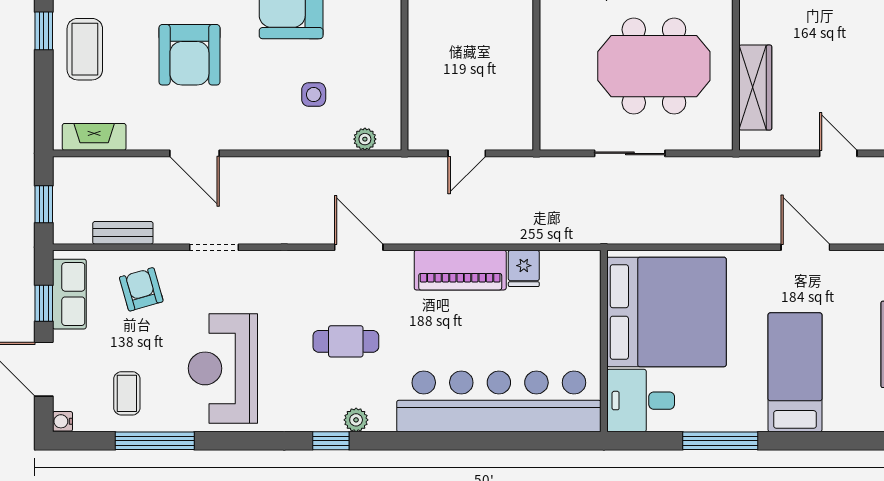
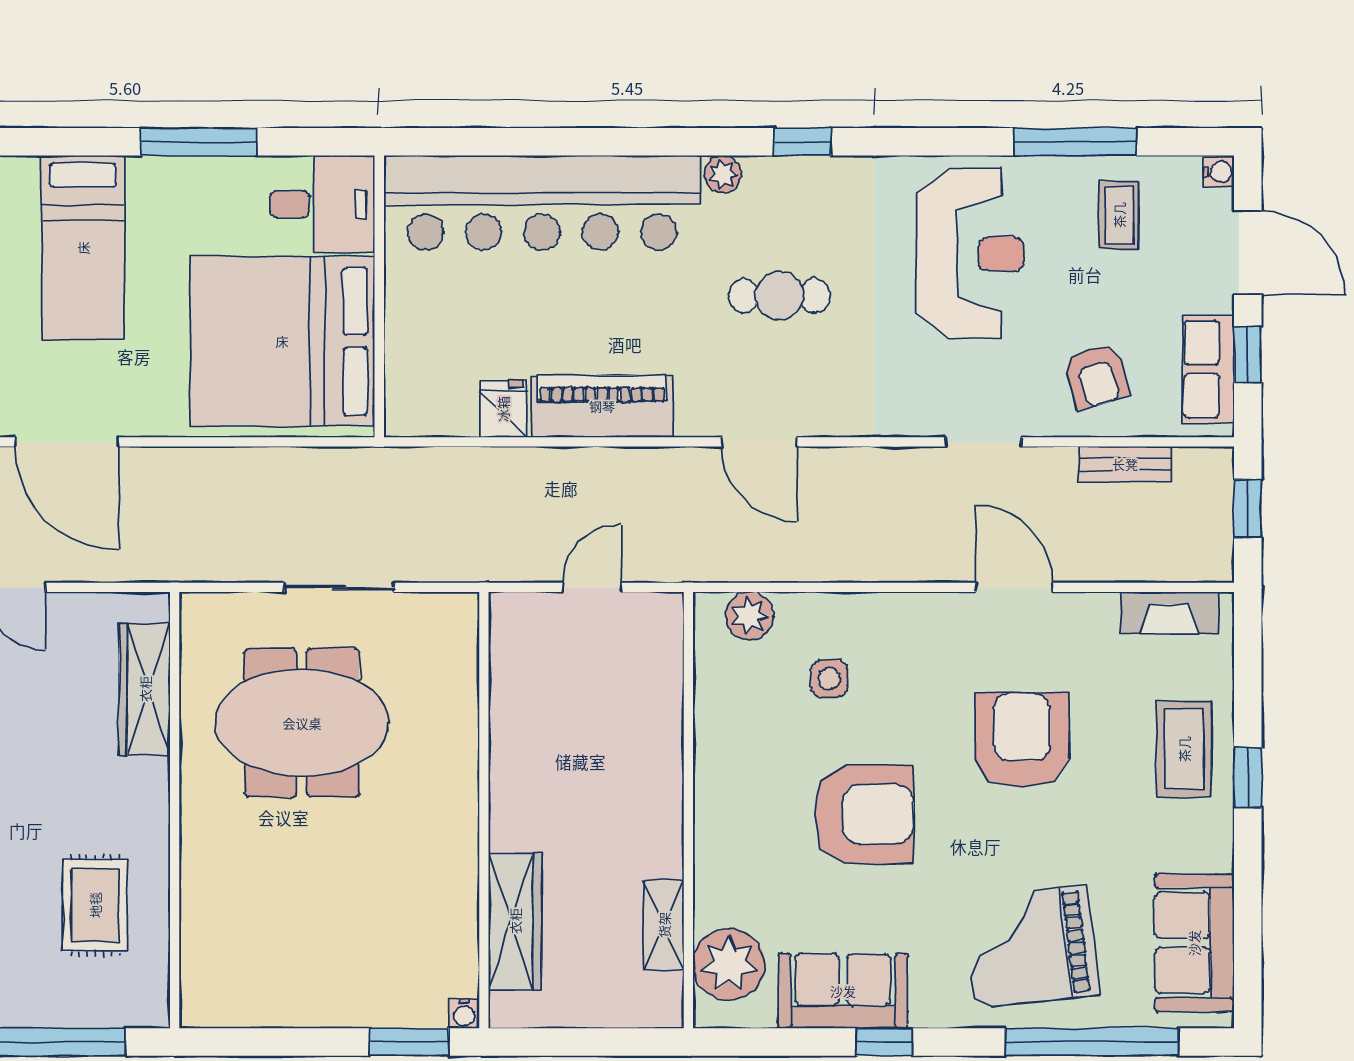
plant: (365, 139) -> (750, 616), width x1.38, depth x1.38
door: (805, 247) -> (67, 442), width x1.36
plant: (356, 420) -> (723, 174), moved

